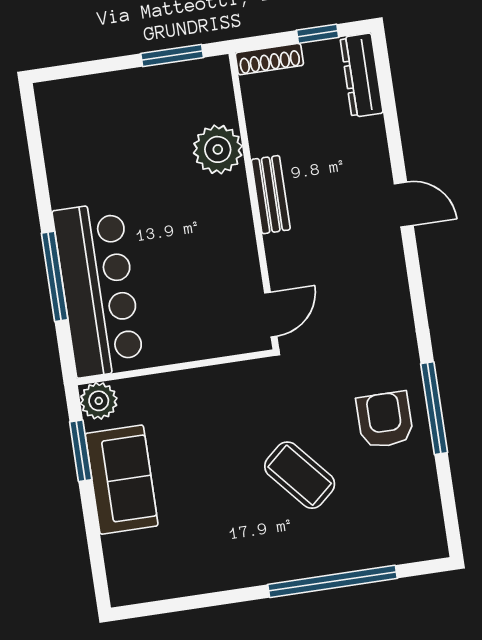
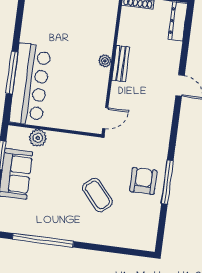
plant: (218, 149) -> (105, 61), moved, width x0.53, depth x0.53
plant: (99, 401) -> (38, 138), moved
window: (333, 581) -> (43, 240), moved

